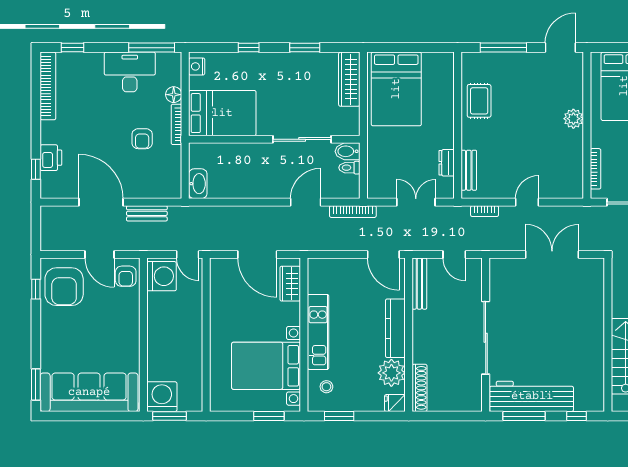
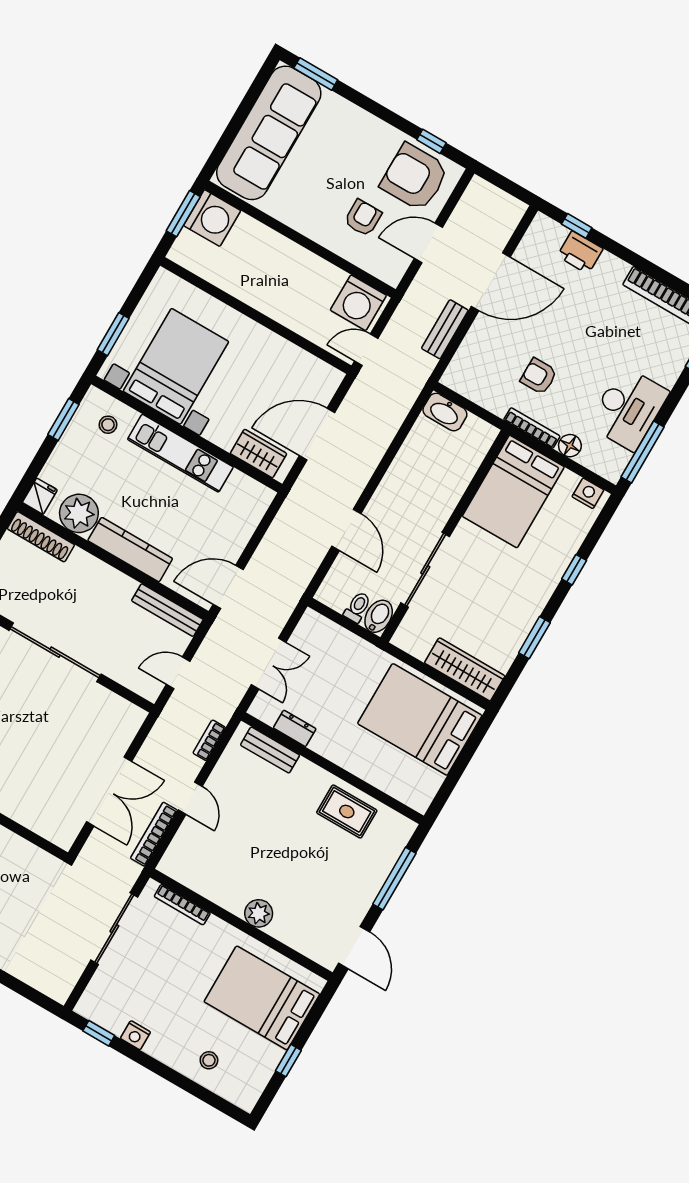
bookcase: (353, 212) -> (154, 834), moved
armchair: (126, 276) -> (363, 218), moved, turned 90

